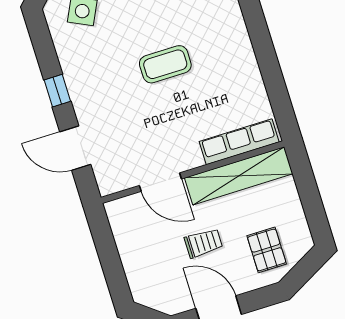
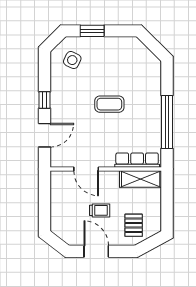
window: (269, 64) -> (167, 122), added
door: (75, 148) -> (45, 135), swing flipped
shelving: (239, 176) -> (141, 179), width x0.68

